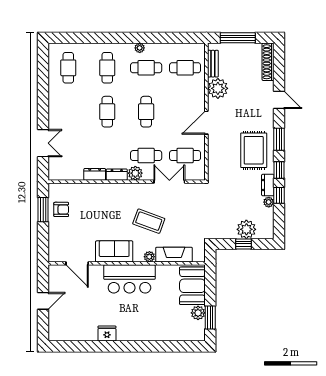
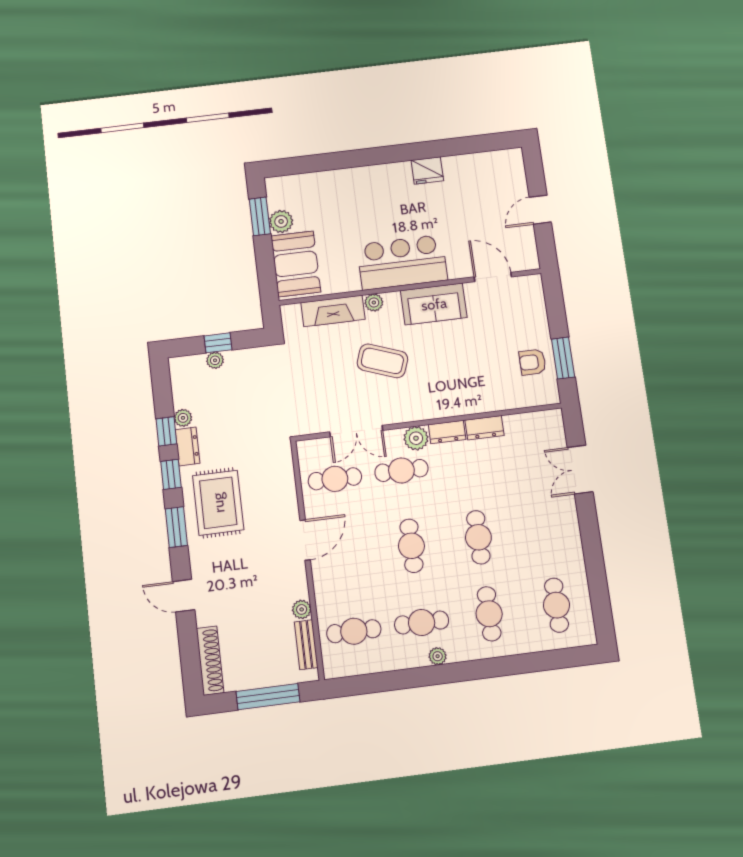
plant: (218, 88) -> (302, 609), width x0.53, depth x0.53
plant: (246, 229) -> (215, 360), width x0.53, depth x0.53

